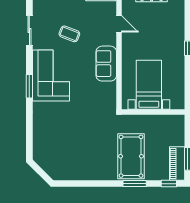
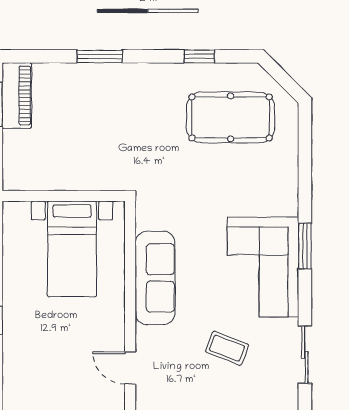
sofa: (106, 64) -> (155, 278), width x1.36
pool table: (131, 156) -> (231, 117), moved, turned 90
window: (169, 184) -> (199, 56), moved

